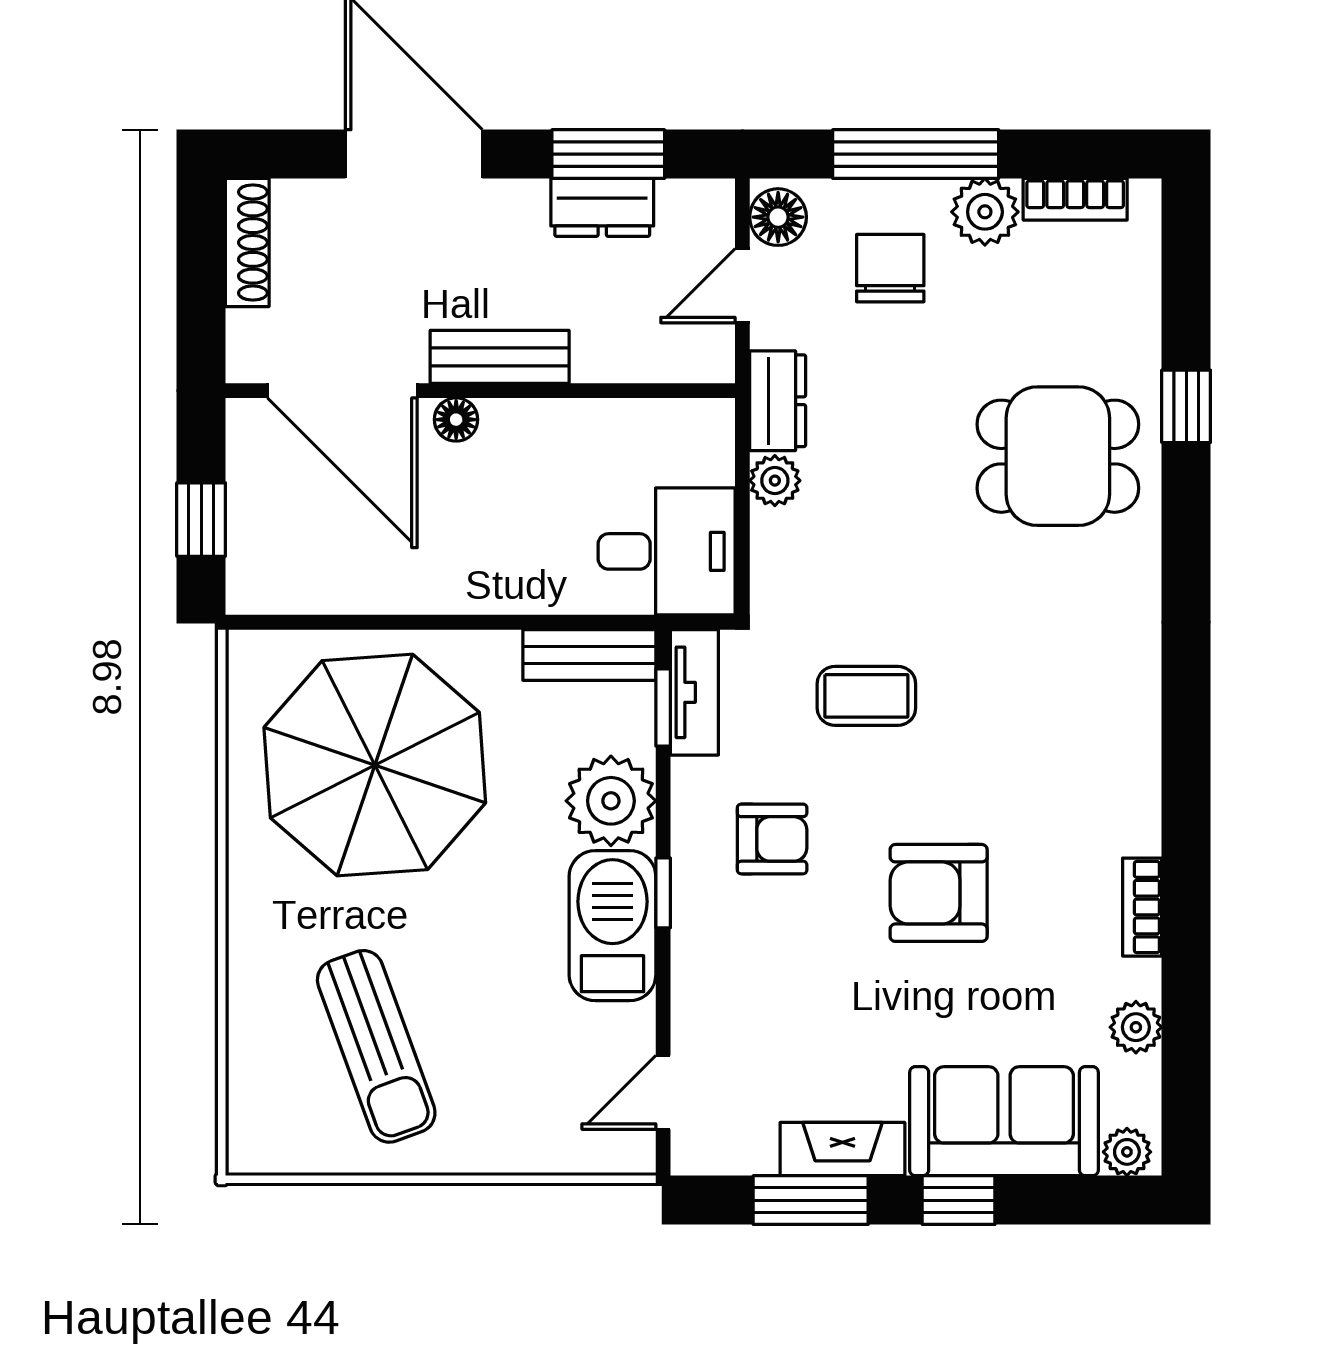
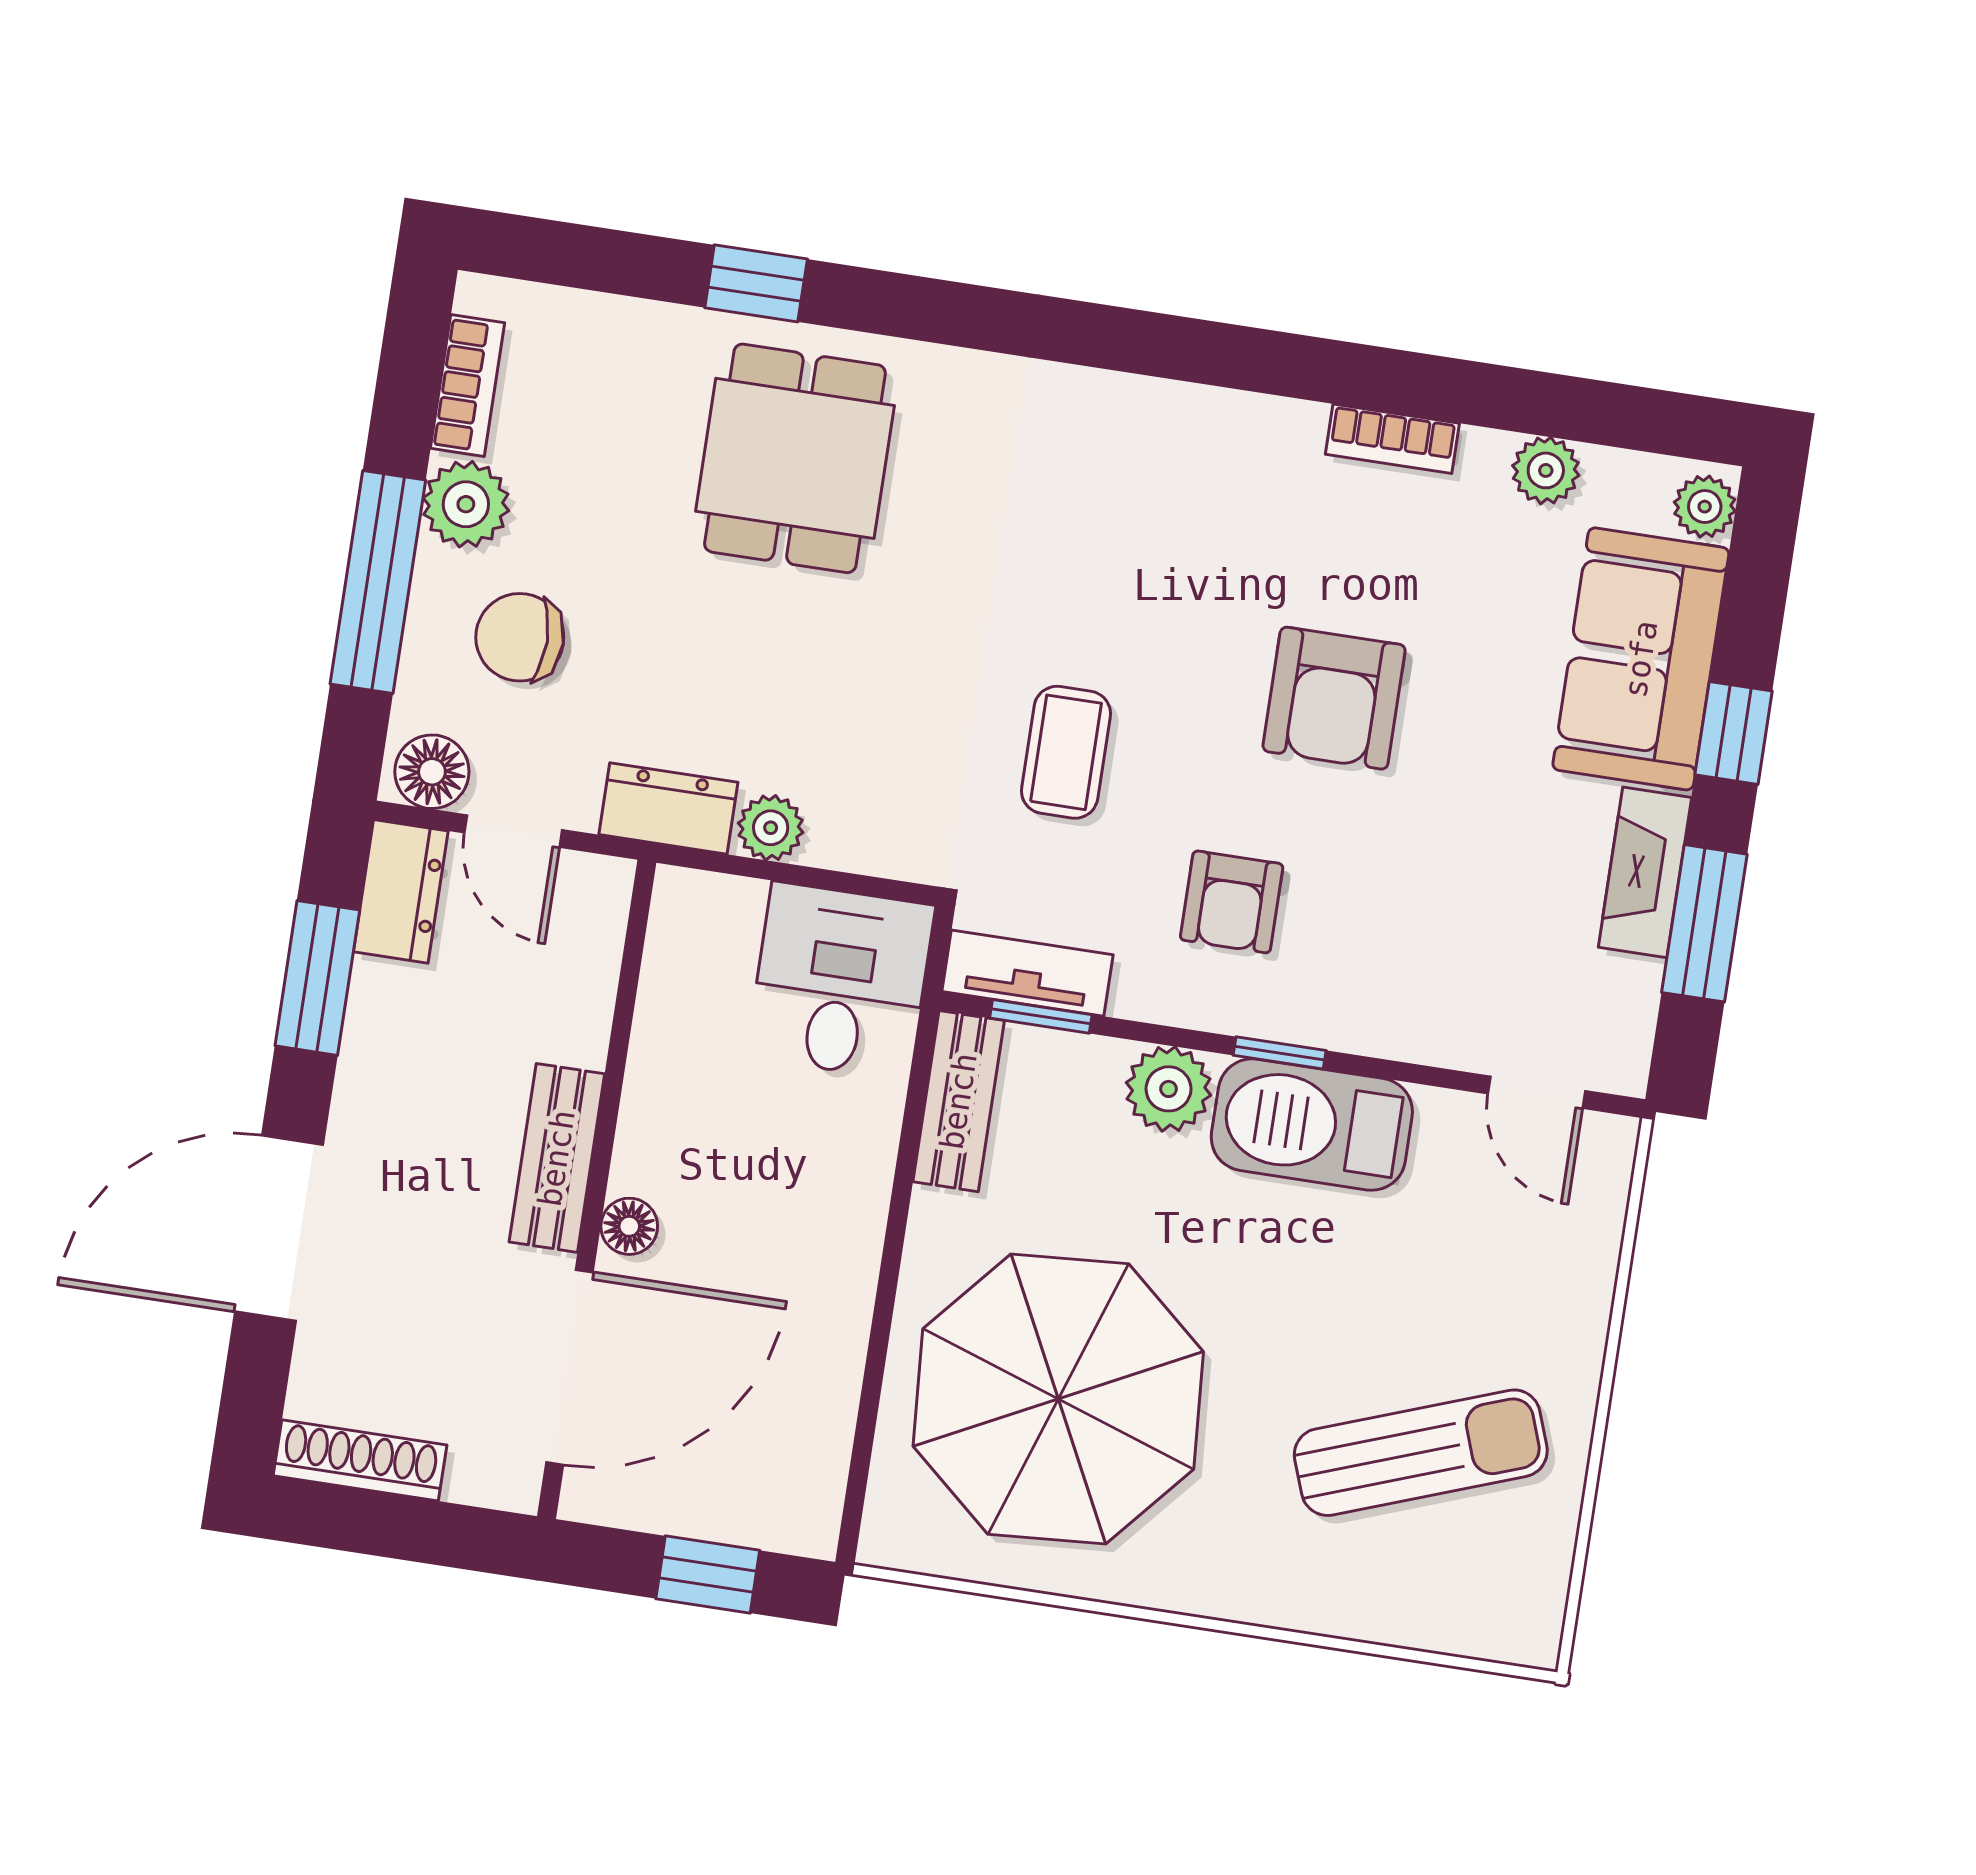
dresser: (602, 207) -> (401, 891), moved
plant: (611, 801) -> (1169, 1089), width x0.73, depth x0.73
armchair: (772, 839) -> (1232, 902), turned 180

